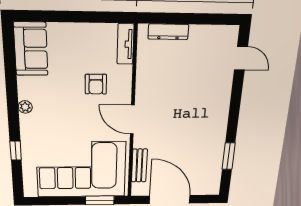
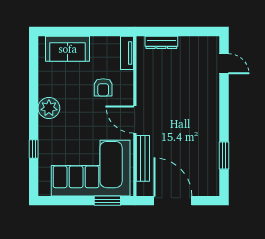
sofa: (31, 49) -> (68, 49), moved, turned 90
plant: (25, 107) -> (49, 108), width x1.88, depth x1.88
bench: (139, 166) -> (143, 158), width x1.36

